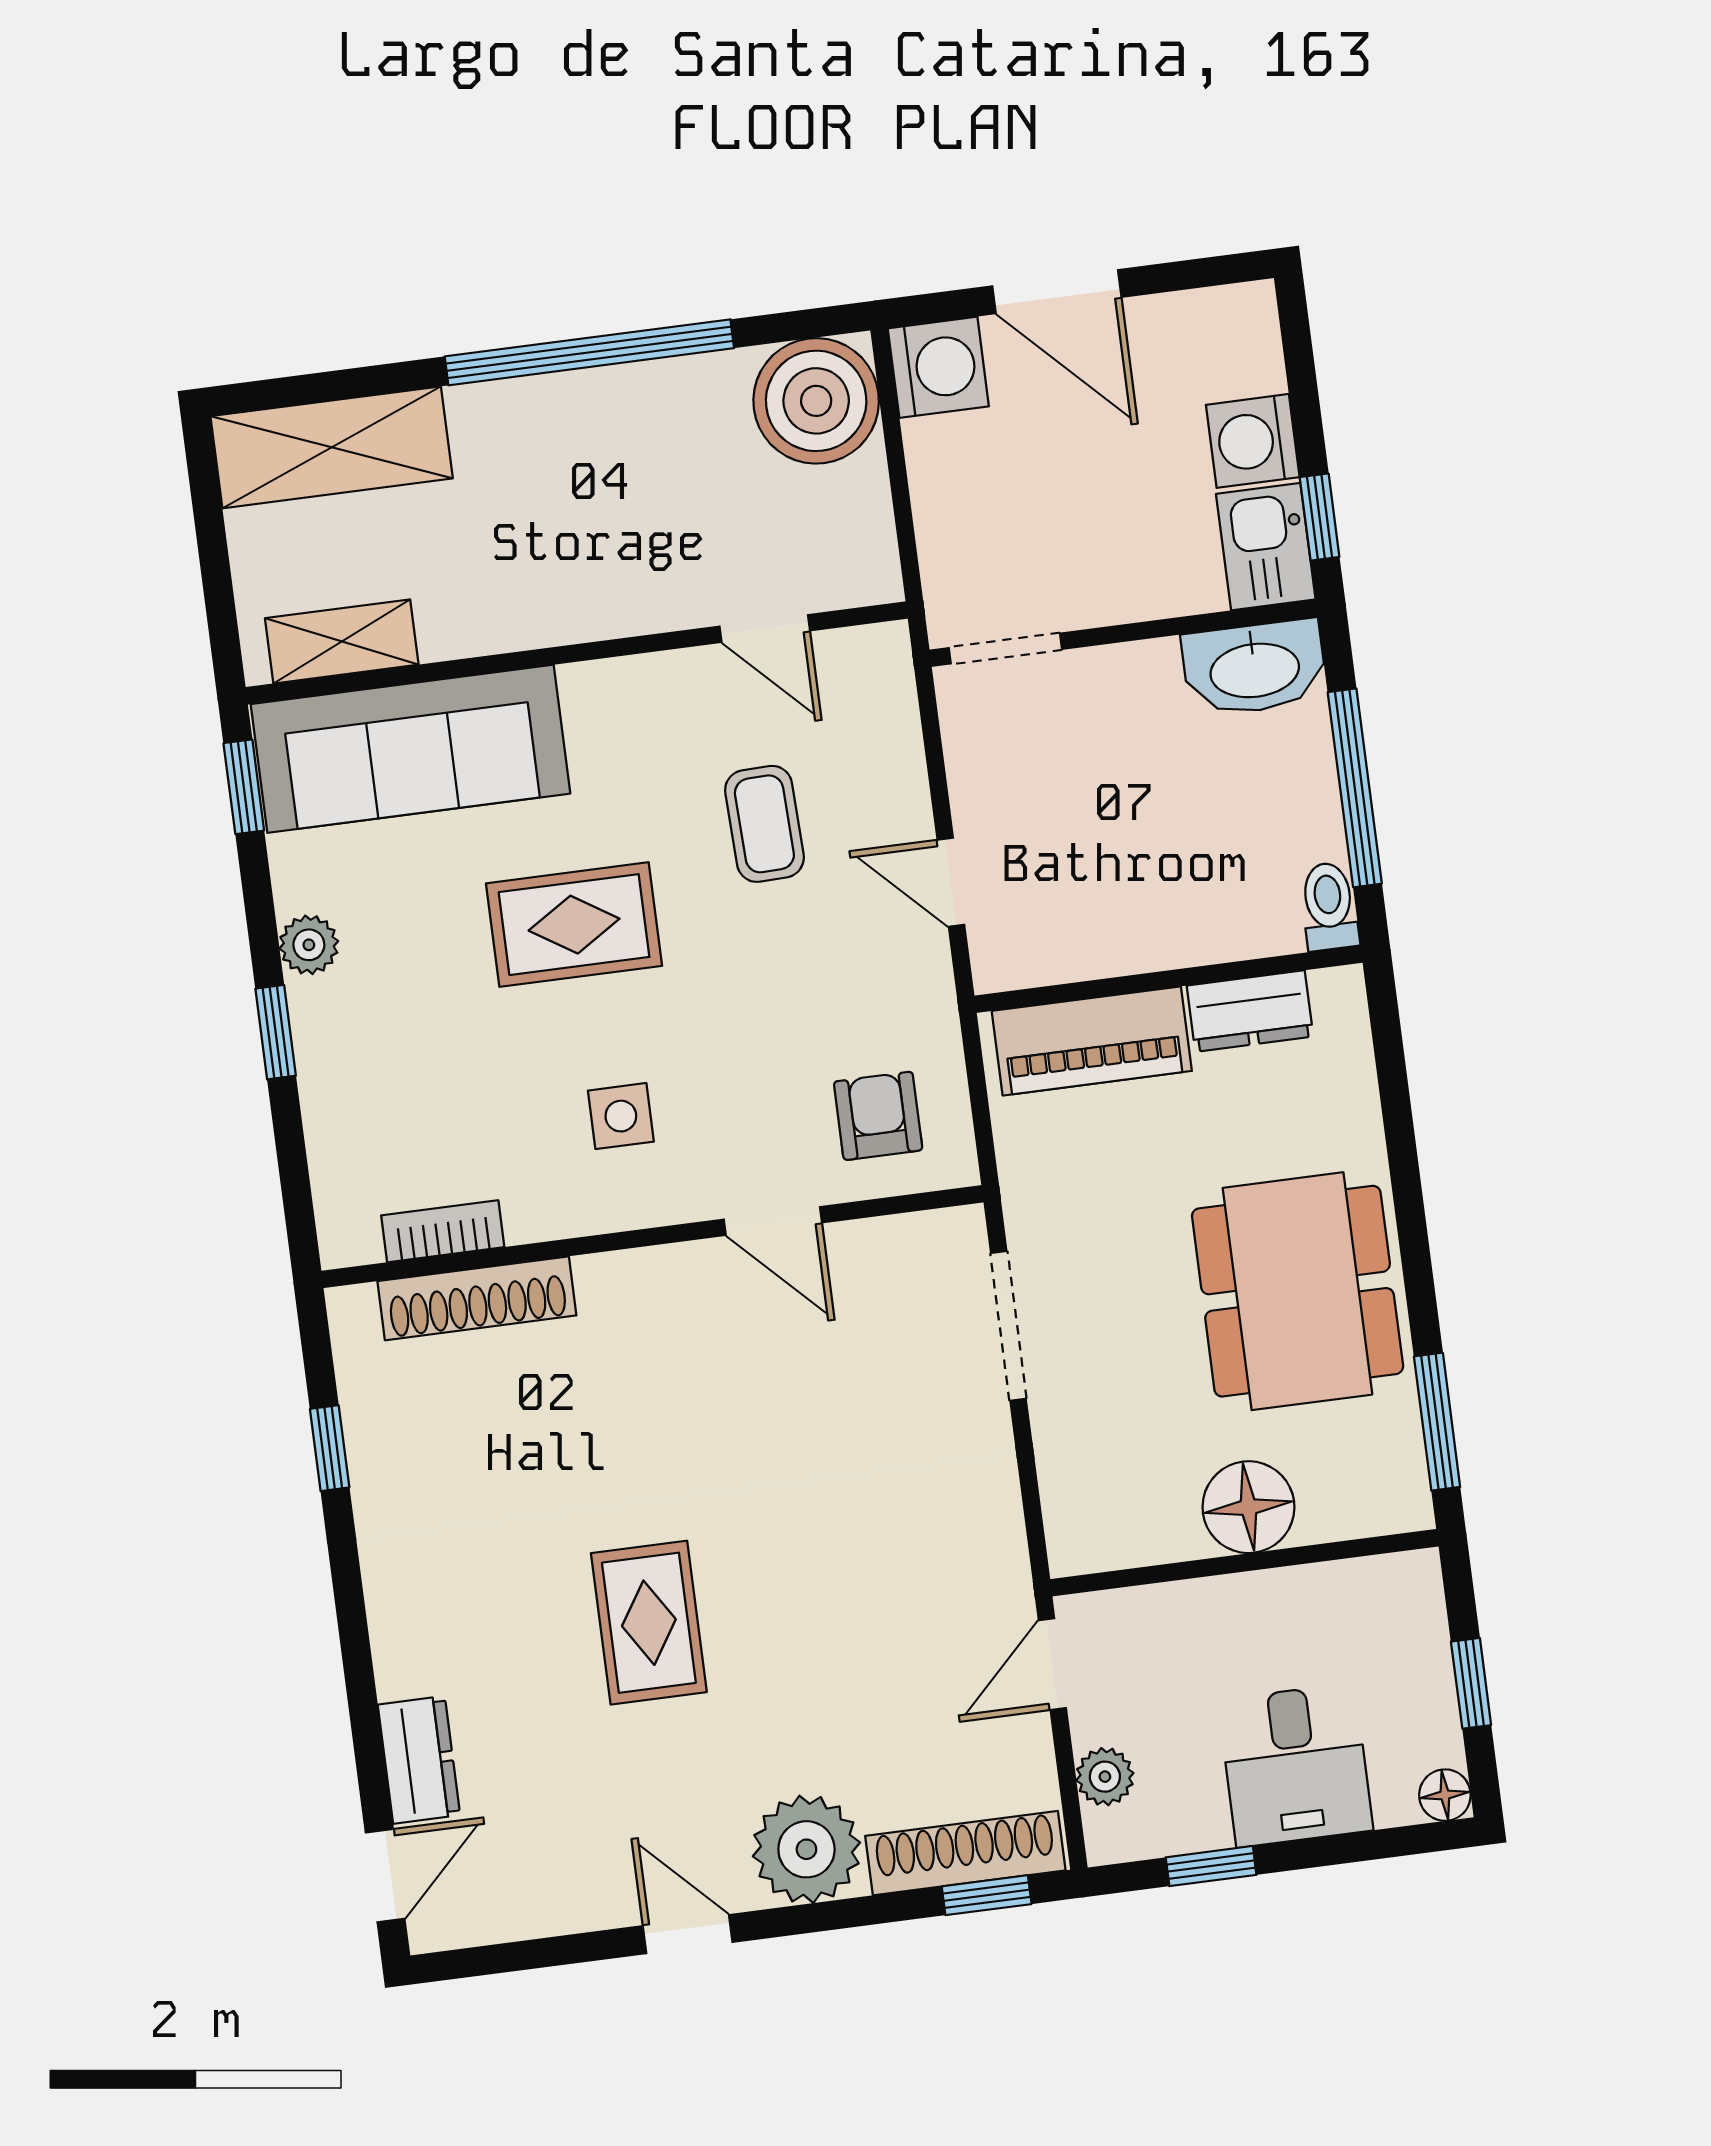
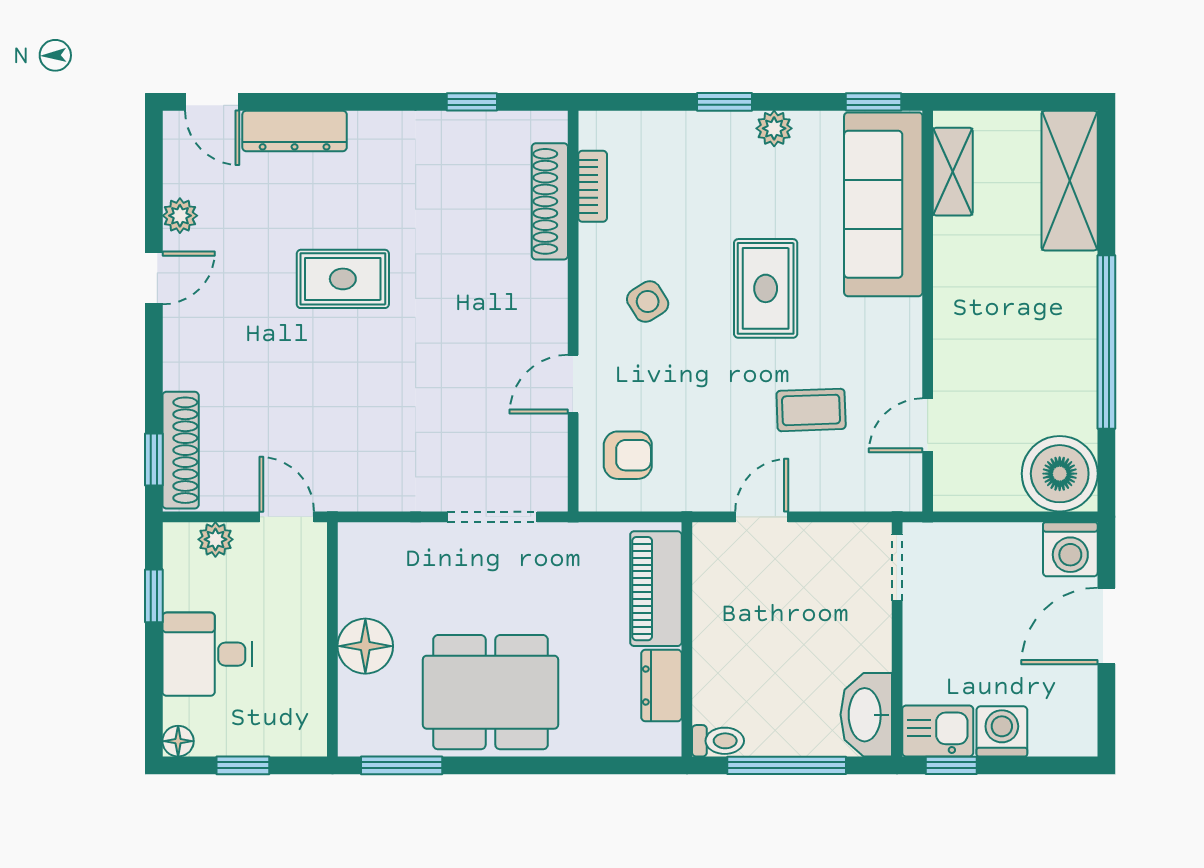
side table: (621, 1116) -> (648, 302), turned -32
dresser: (419, 1760) -> (295, 131), width x1.44
plant: (806, 1849) -> (180, 216), moved, width x0.53, depth x0.53

